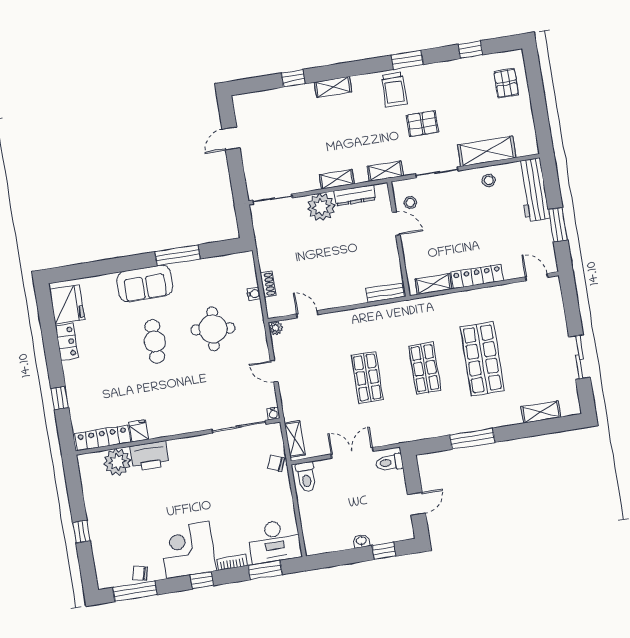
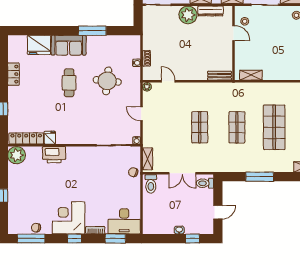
locker: (477, 276) -> (279, 75), removed
fridge: (67, 304) -> (39, 45), moved, turned 90
double door: (352, 453) -> (182, 173), swing flipped
plant: (117, 462) -> (17, 155), moved

